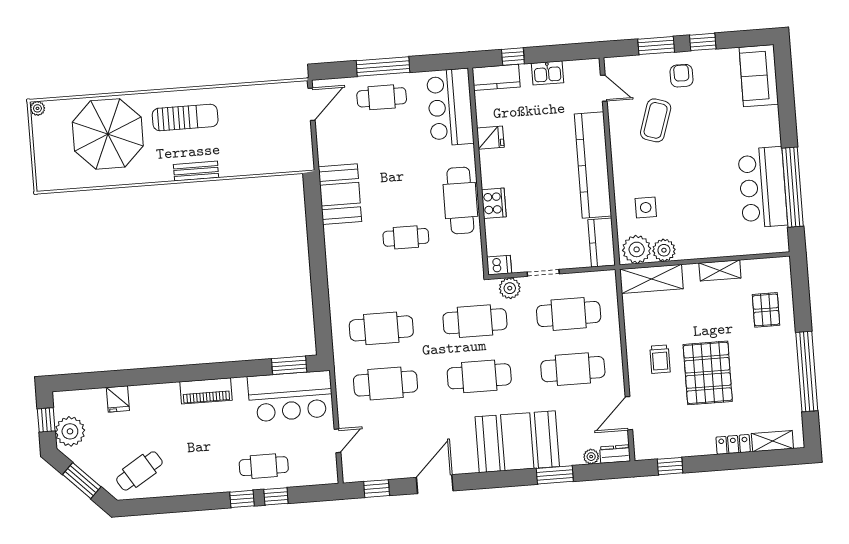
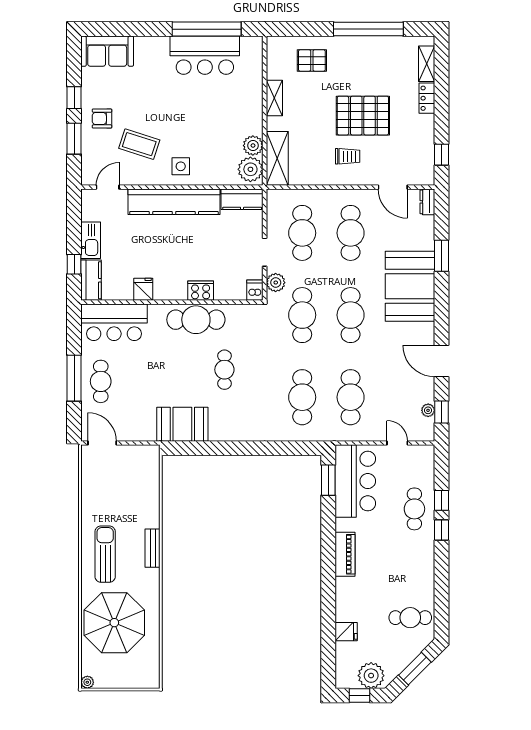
kitchen sink: (548, 73) -> (91, 240), width x1.38
side table: (646, 208) -> (181, 166), moved
plant: (591, 457) -> (428, 410), moved
cafe table: (139, 471) -> (410, 618), turned -58

